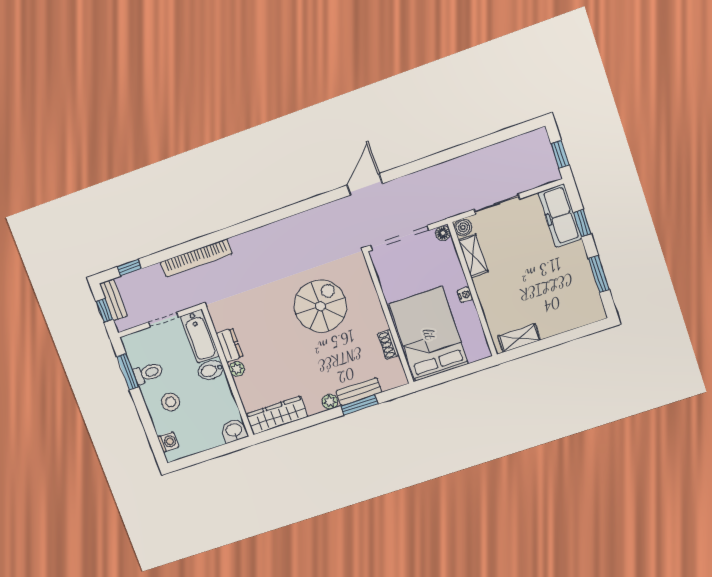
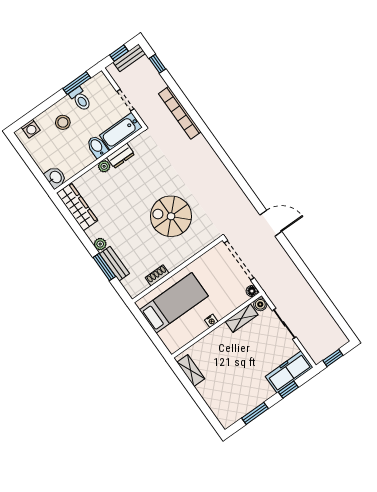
spiral stairs: (320, 306) -> (171, 216), turned 180
bed: (429, 334) -> (174, 303), width x0.67

